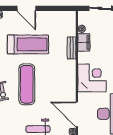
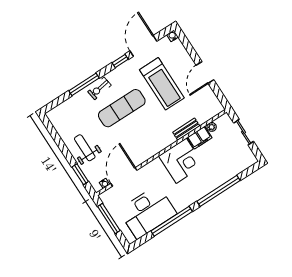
door: (26, 8) -> (205, 73), moved
corner desk: (92, 78) -> (181, 161), moved

